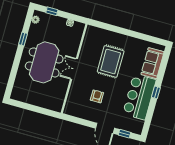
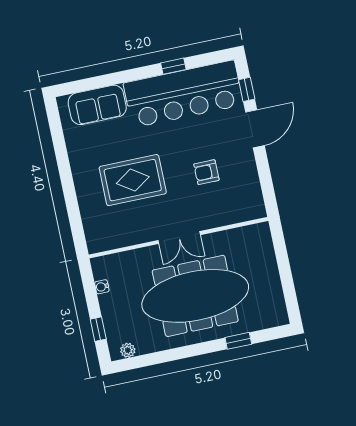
window: (23, 39) -> (238, 341), moved
meeting table: (44, 62) -> (195, 296), width x1.36
window: (156, 92) -> (173, 66), moved
bar counter: (139, 97) -> (183, 94), width x1.36

